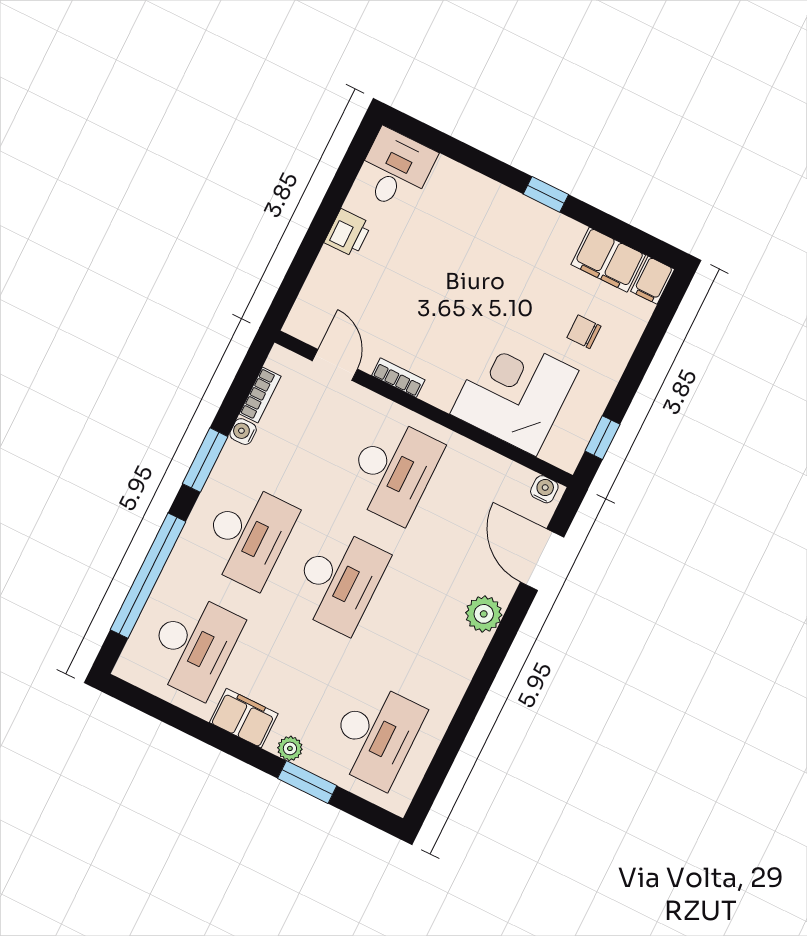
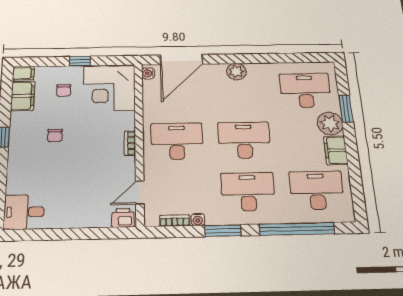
printer: (348, 233) -> (123, 218), moved
chair: (506, 279) -> (55, 136), added
bookcase: (398, 378) -> (130, 143), moved
corner desk: (514, 392) -> (109, 88), moved
window: (602, 438) -> (80, 61), moved
door: (542, 560) -> (181, 60), width x1.36
plant: (484, 614) -> (236, 72), moved
plant: (290, 748) -> (330, 123), width x1.88, depth x1.88

